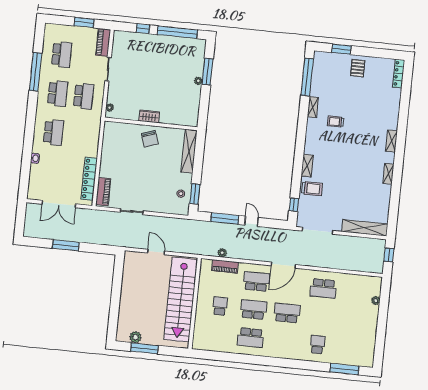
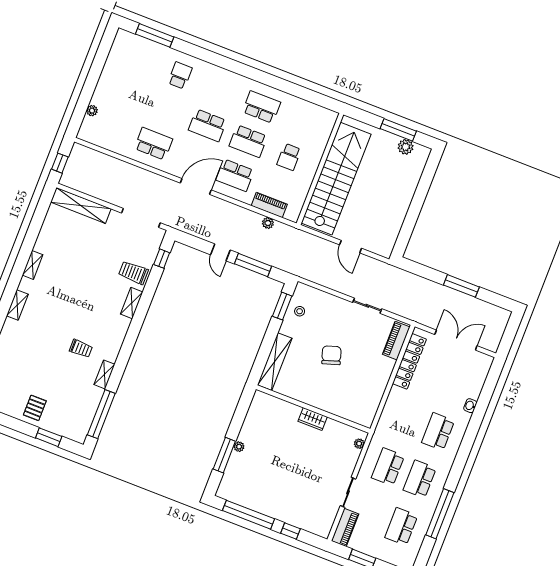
chair: (150, 139) -> (331, 355), moved
school desk: (317, 344) -> (180, 75), turned 180

